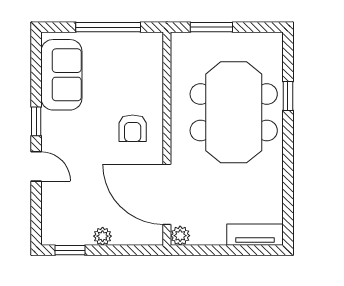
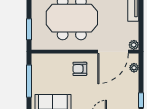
armchair: (133, 128) -> (80, 69), turned 180
plant: (103, 236) -> (134, 68), moved

